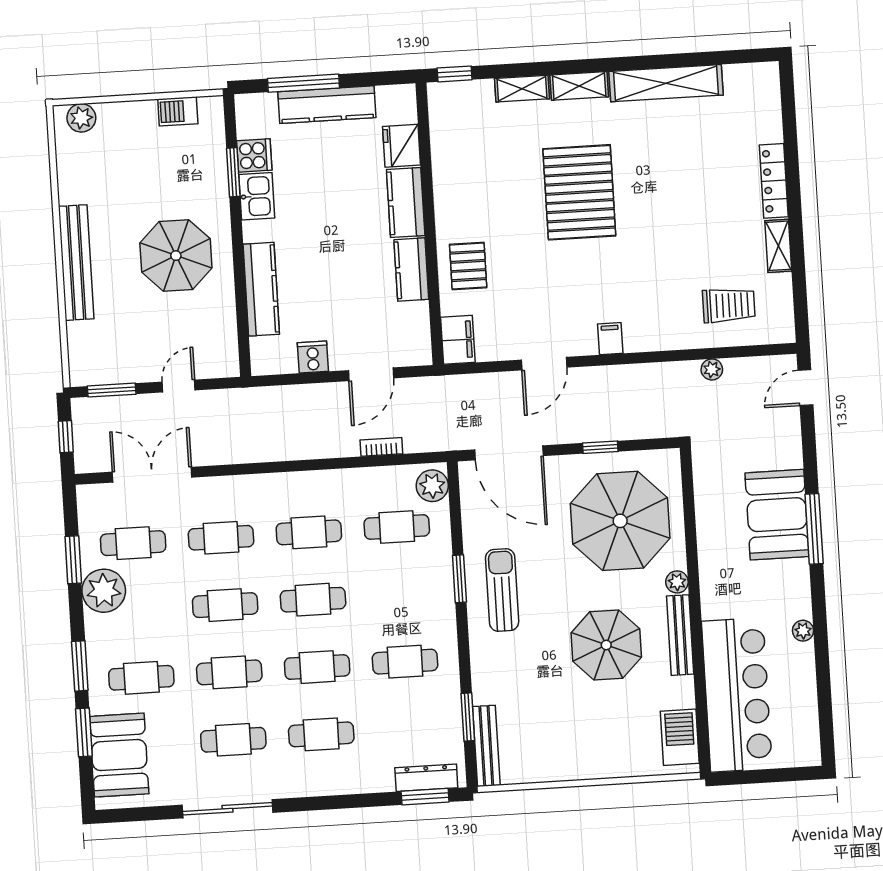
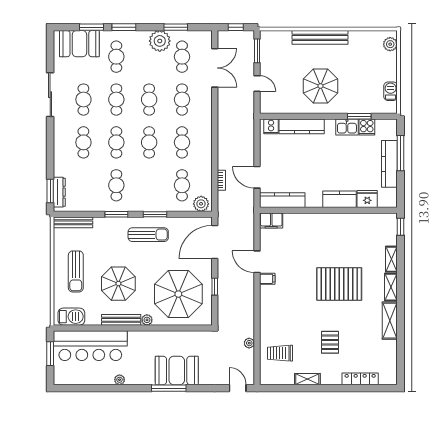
shelving: (666, 83) -> (390, 321), width x0.68
locker: (774, 181) -> (360, 379), moved
pallet: (468, 266) -> (330, 342), moved, turned 90
kitchen counter: (411, 269) -> (282, 200), moved, width x1.50
trolley: (729, 305) -> (280, 353), turned 90
filing cabinet: (610, 339) -> (267, 279), moved
cooker: (313, 357) -> (271, 126), moved, turned 90
window: (468, 717) -> (116, 214), moved
sun lounger: (587, 734) -> (76, 271), added
window: (758, 776) -> (50, 354), added

